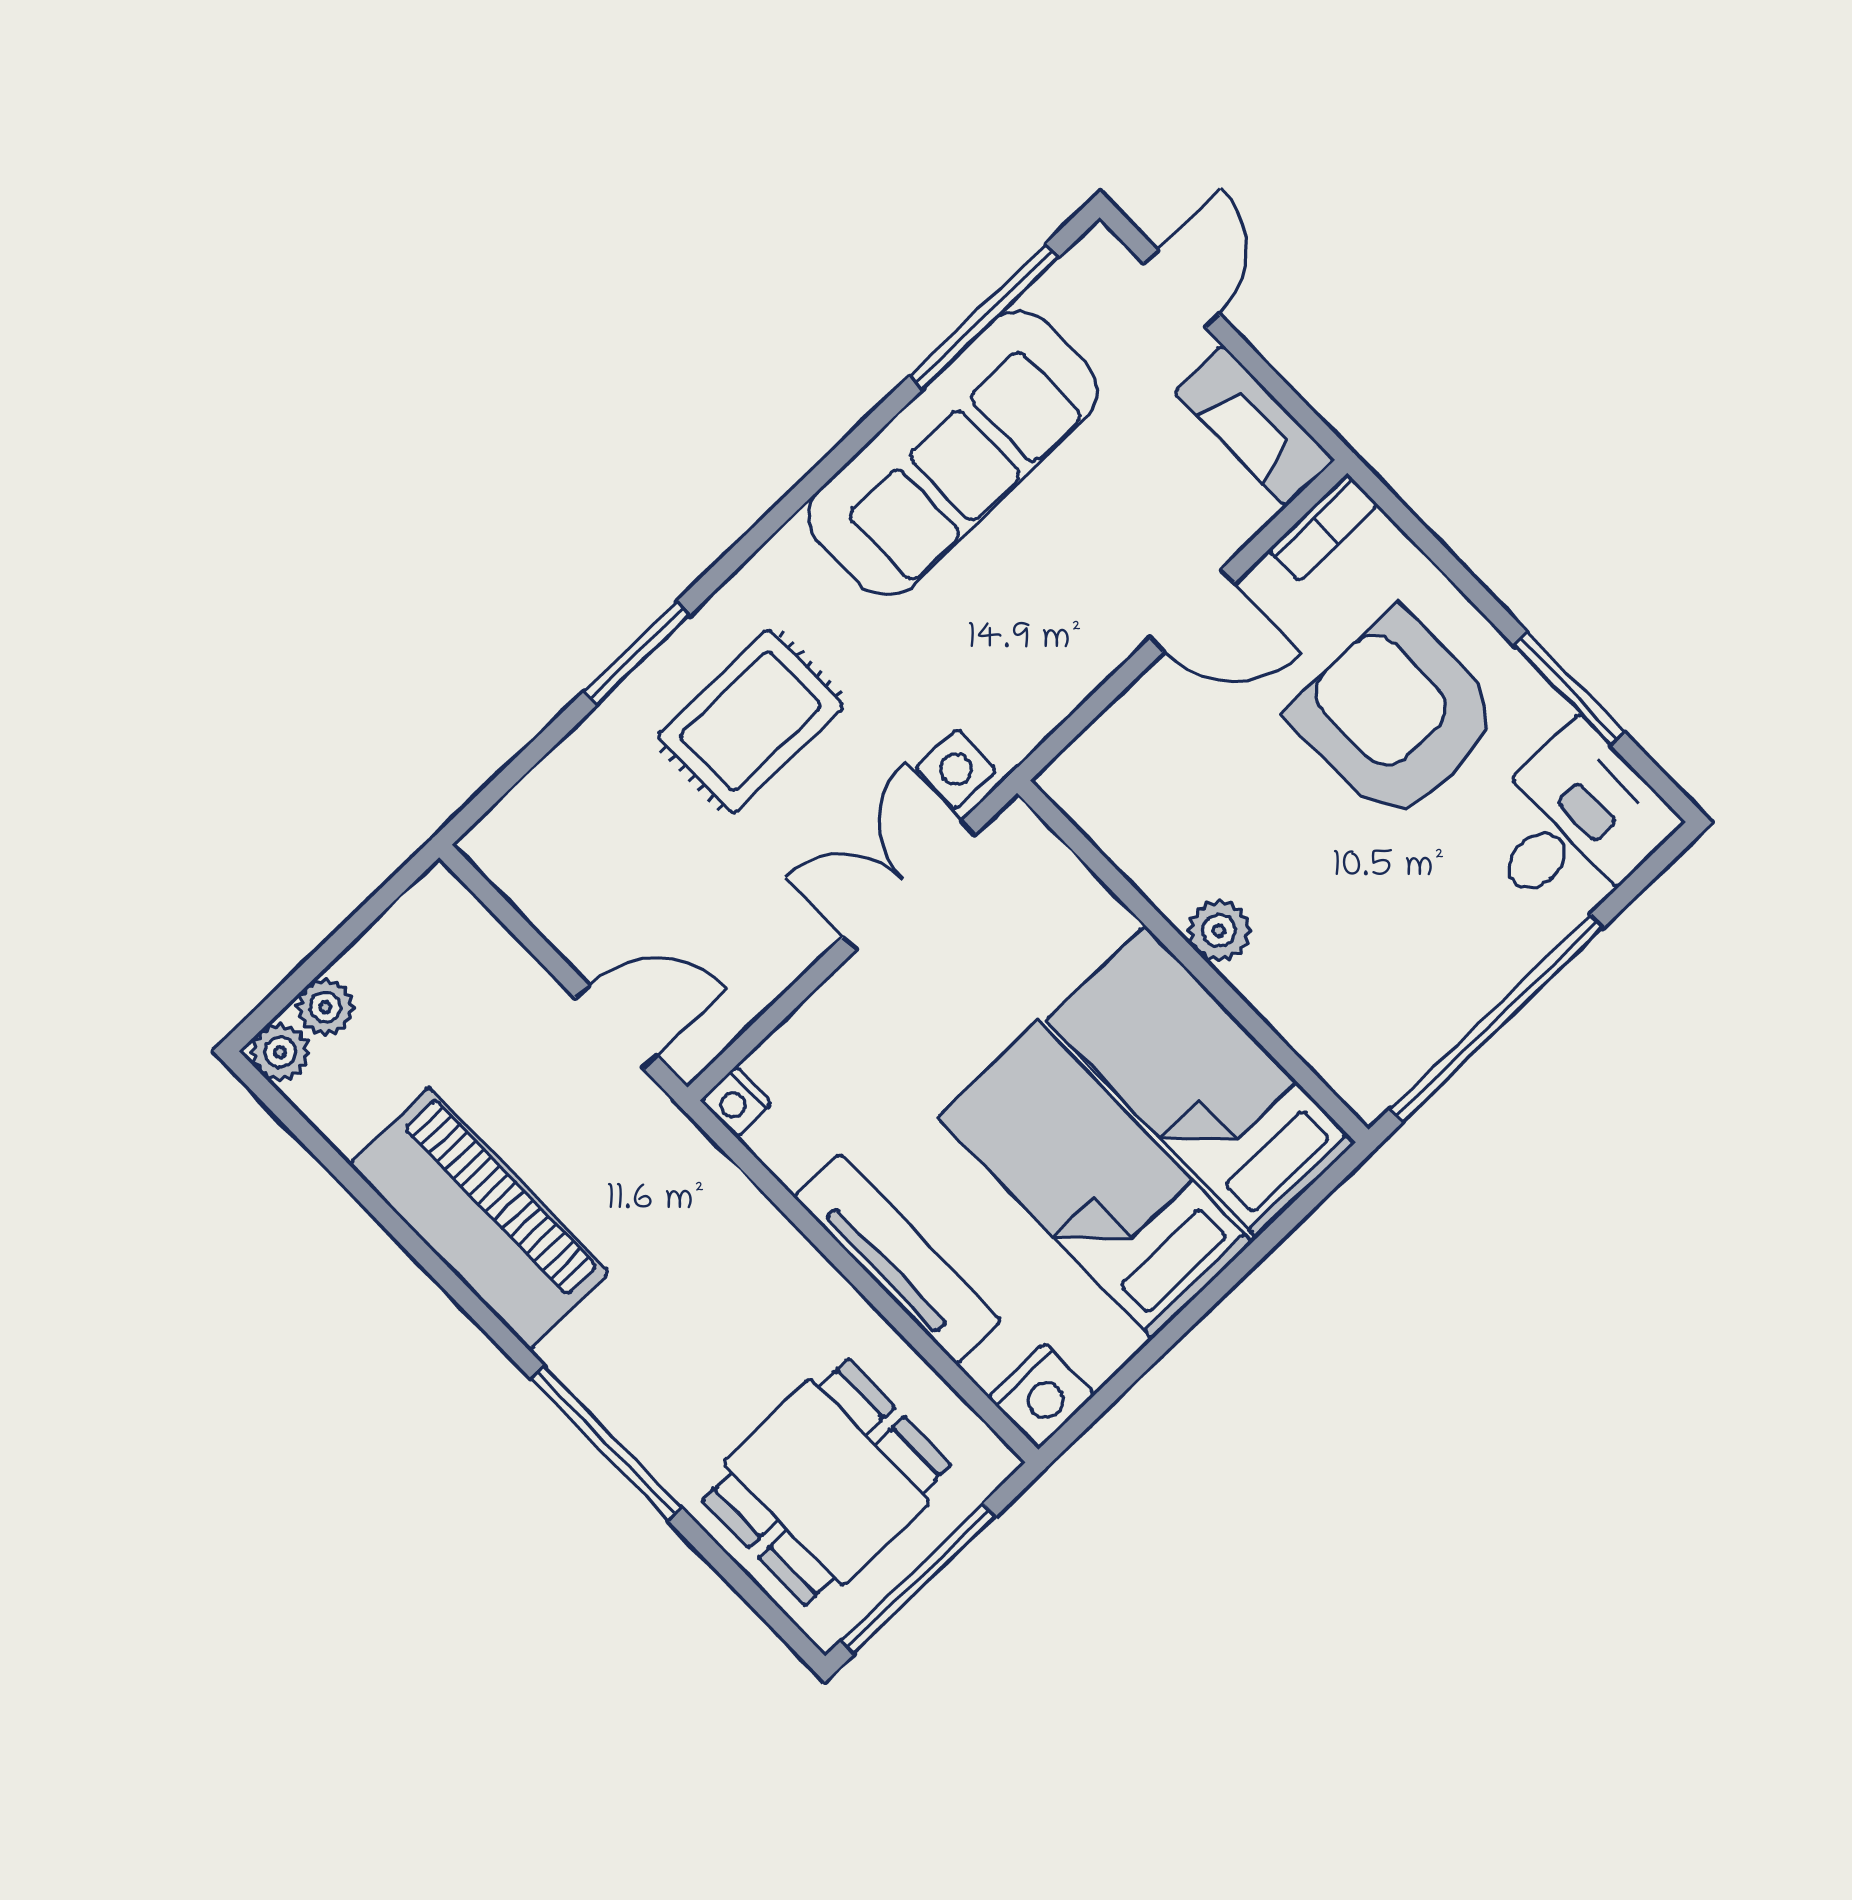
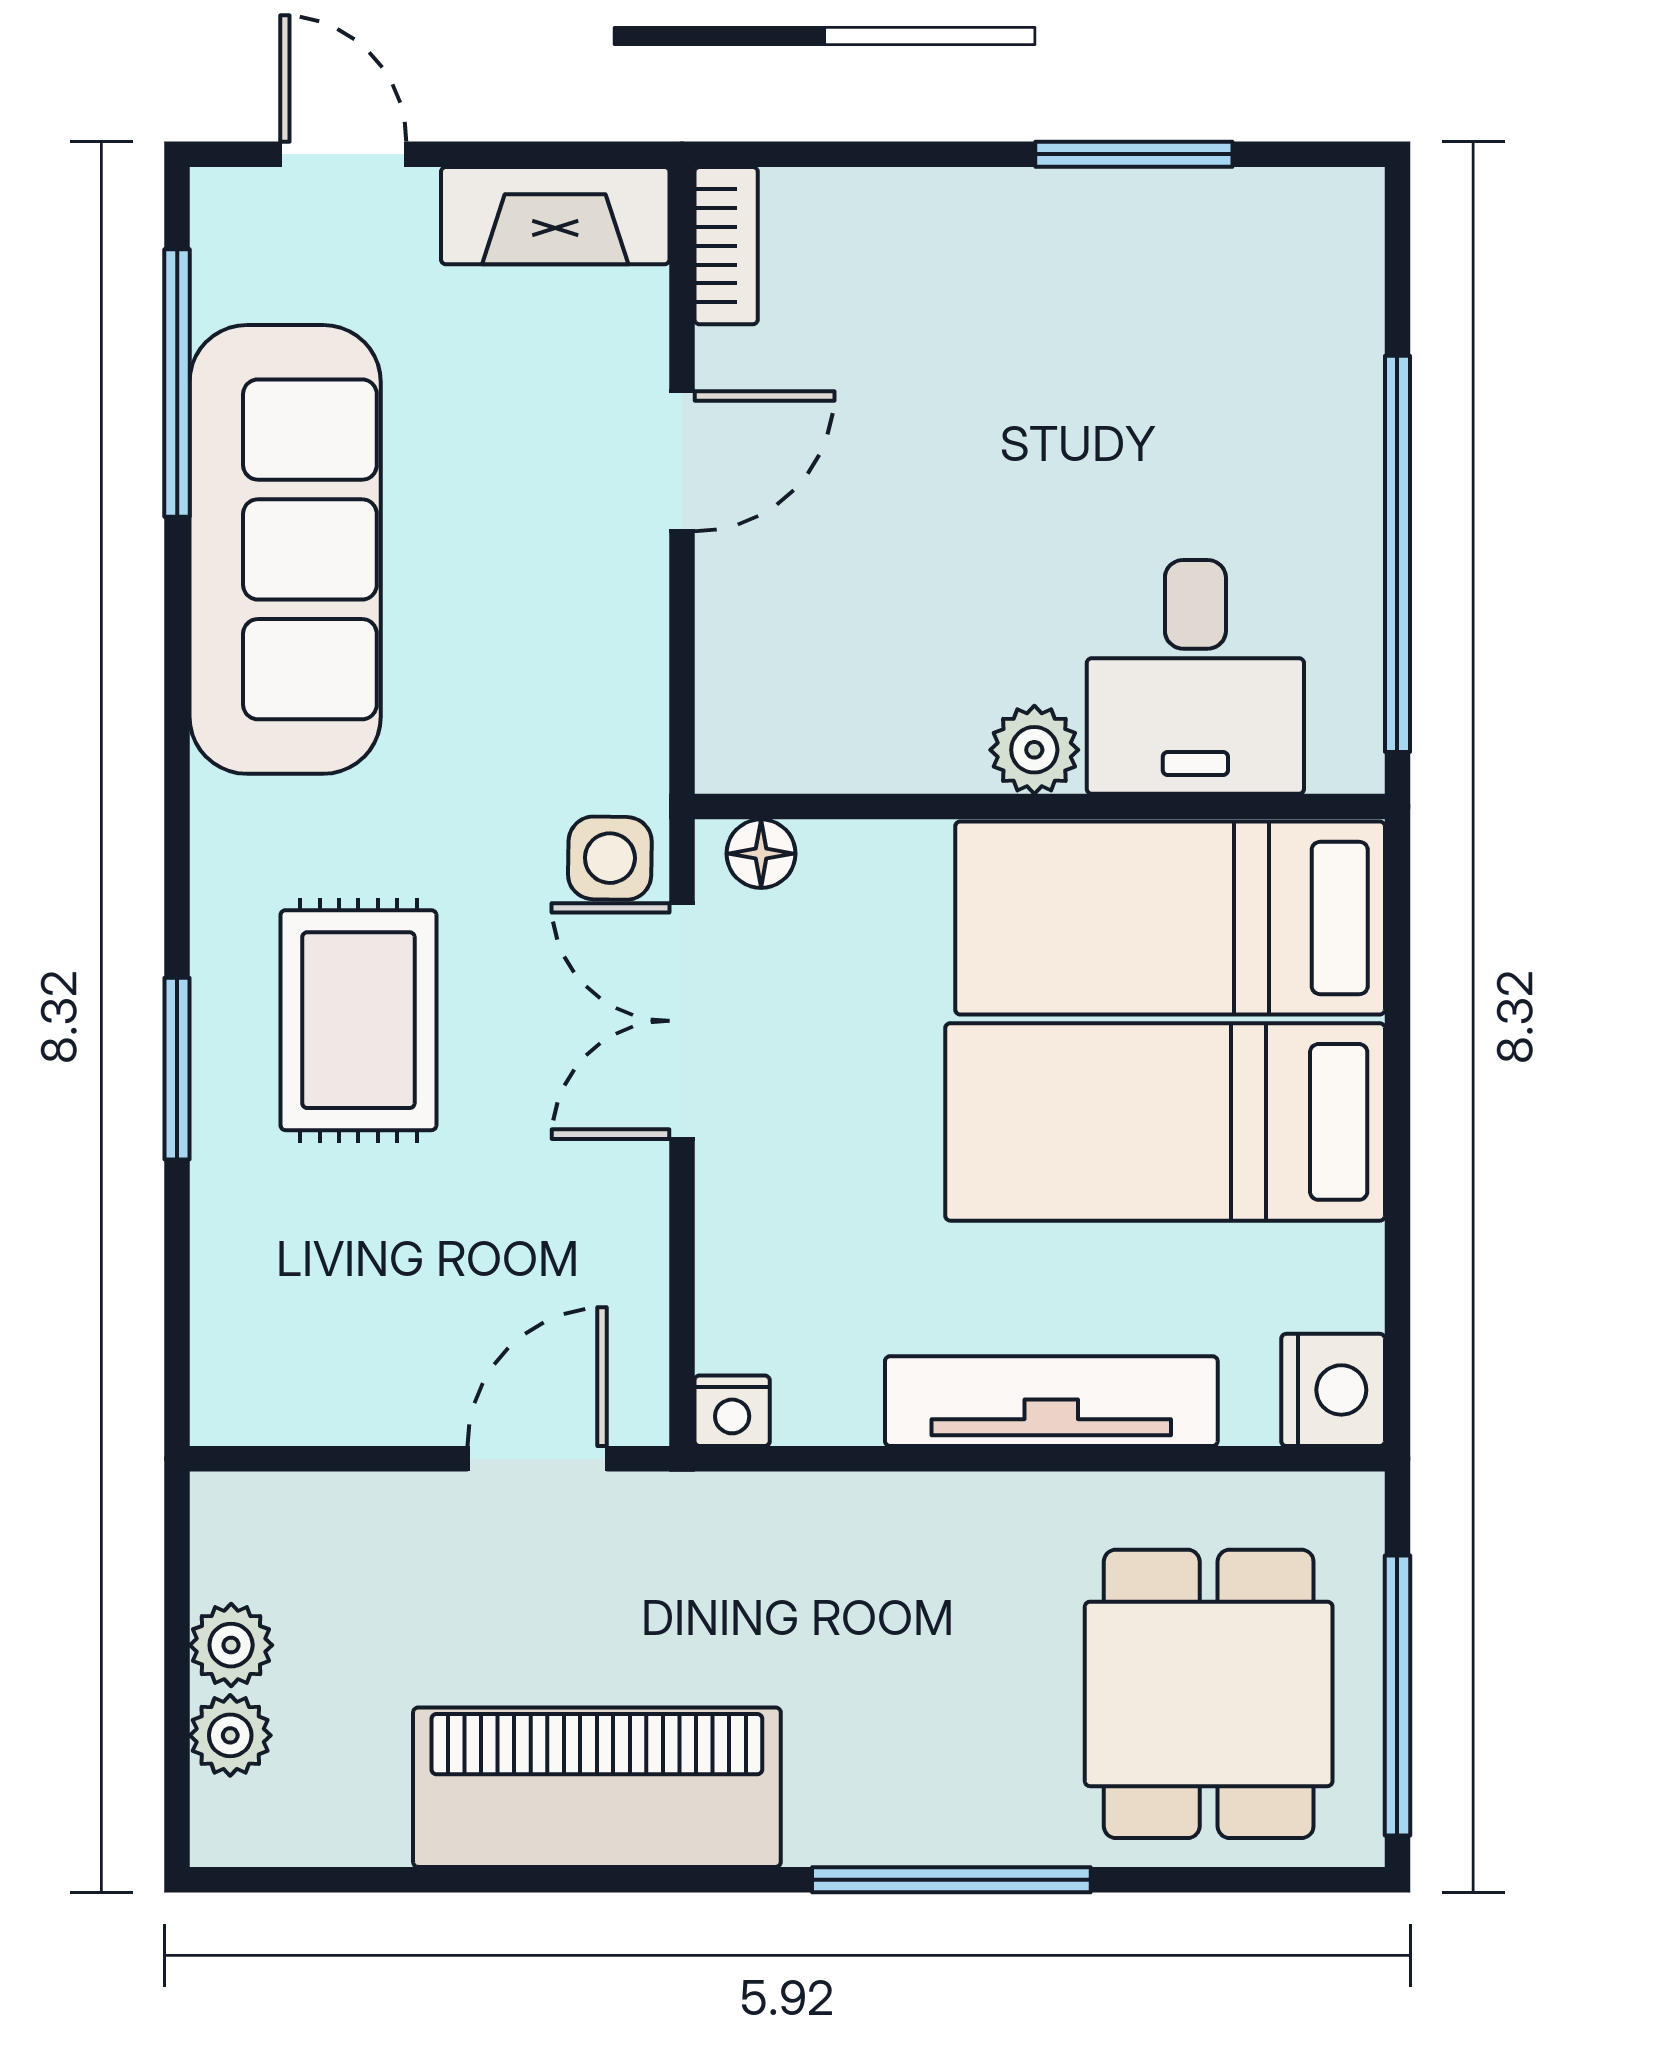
armchair: (1397, 717) -> (992, 357), removed
desk: (1574, 825) -> (1195, 677), moved, turned 180
floor lamp: (1032, 843) -> (761, 854), added
plant: (280, 1052) -> (231, 1645), moved

